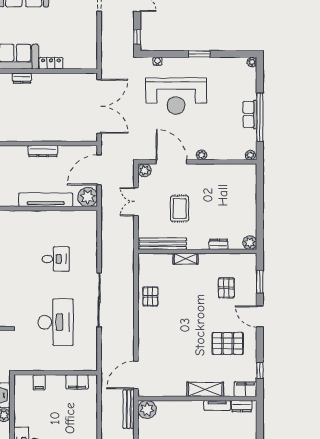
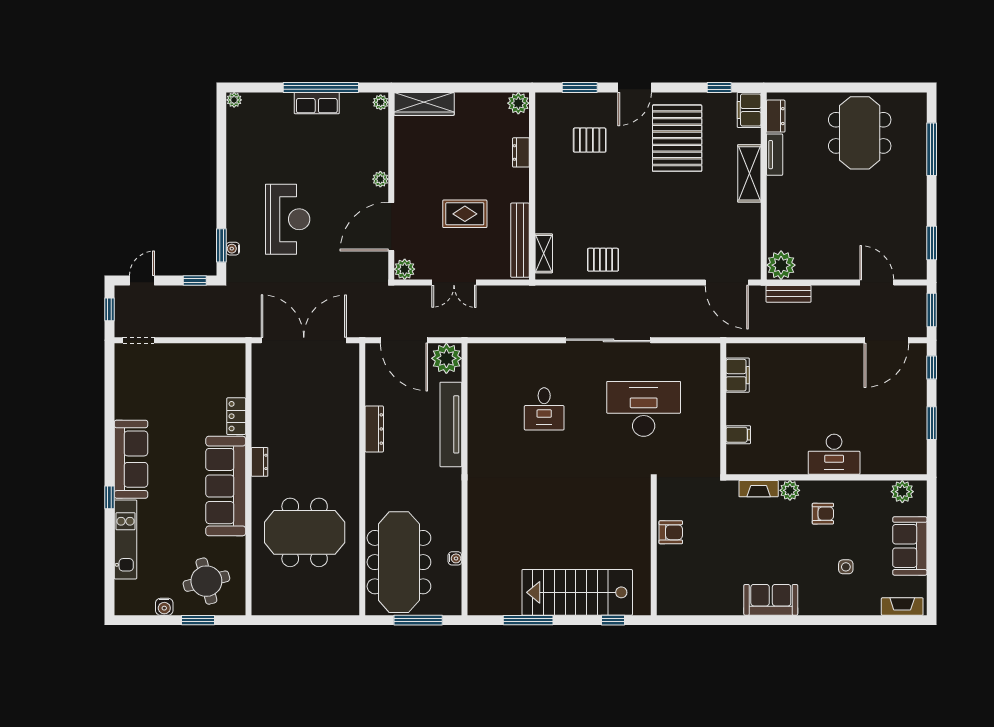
window: (199, 54) -> (221, 245), moved
reception desk: (176, 96) -> (288, 219), width x0.74, depth x0.77
wardrobe: (249, 183) -> (424, 104), added
desk: (56, 259) -> (544, 409), turned 180
shelving: (186, 259) -> (544, 253), moved
pallet: (228, 343) -> (677, 138), width x1.37, depth x1.41
bench: (129, 409) -> (789, 294), width x0.73

